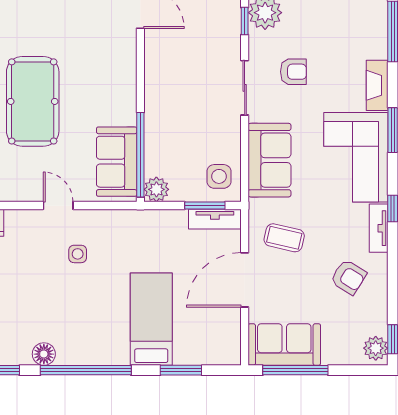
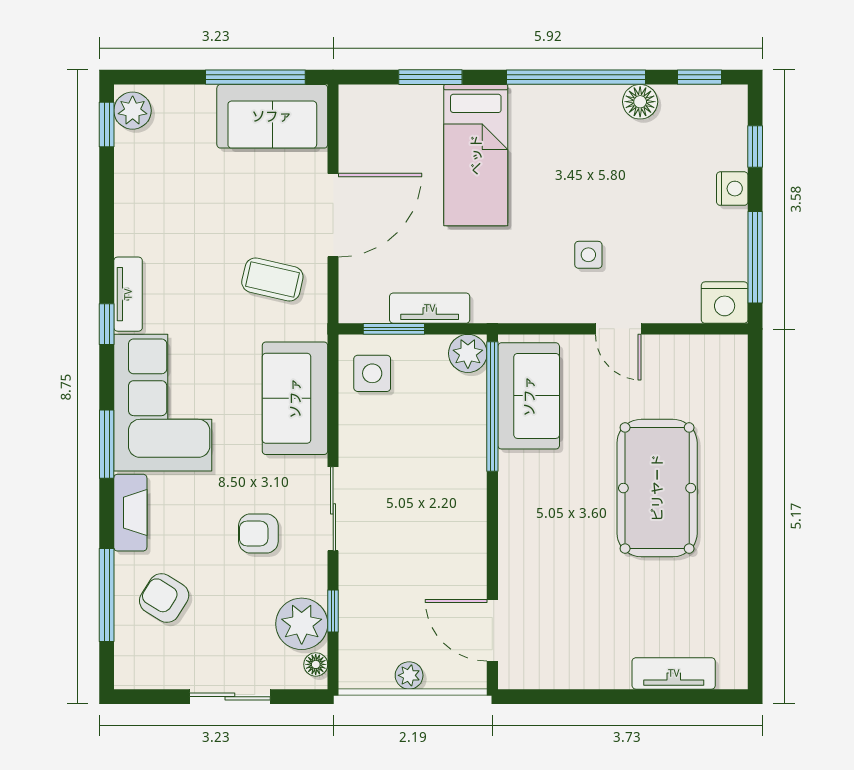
tv unit: (215, 219) -> (430, 308), moved
armchair: (349, 277) -> (164, 598), moved

